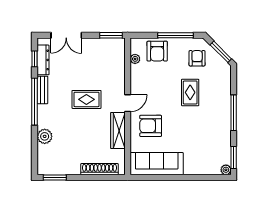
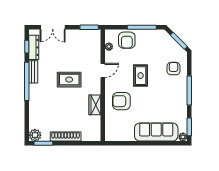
armchair: (197, 58) -> (174, 69), moved
rug: (190, 92) -> (141, 76), moved
door: (128, 103) -> (103, 70), moved
wardrobe: (118, 130) -> (95, 105), width x0.67
plant: (45, 136) -> (35, 135), moved
sofa: (157, 164) -> (156, 132), moved
shoe rack: (99, 169) -> (66, 136), moved

